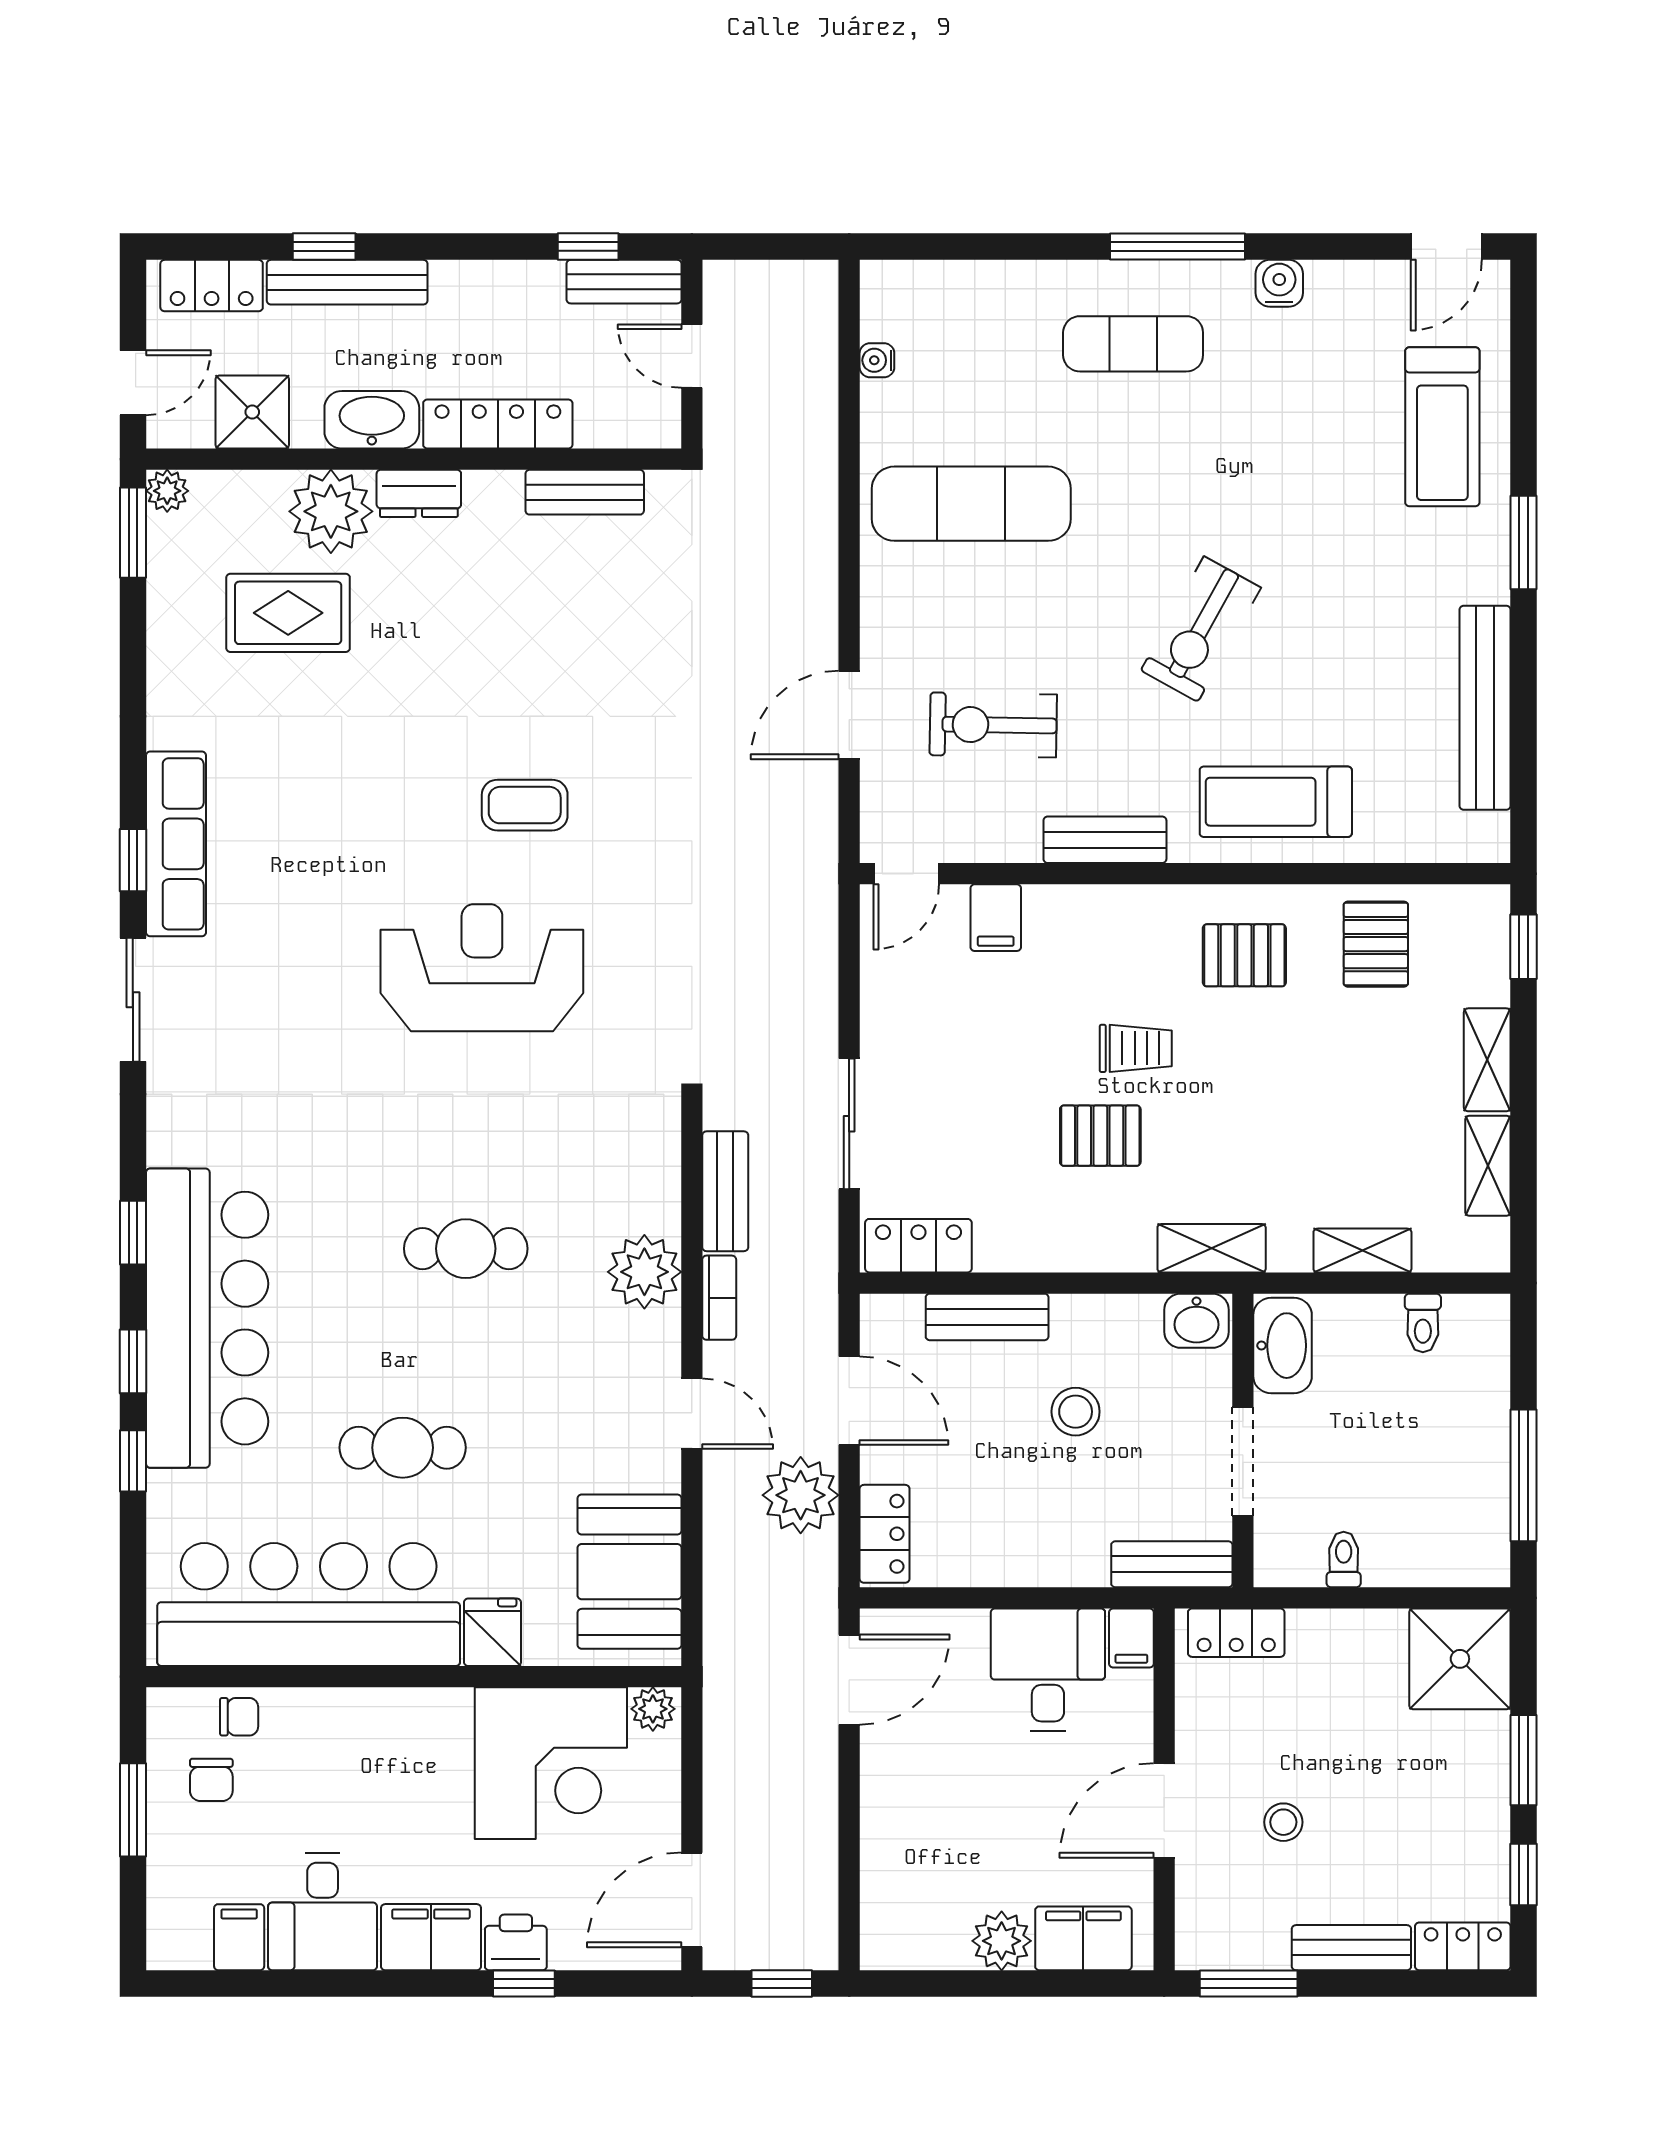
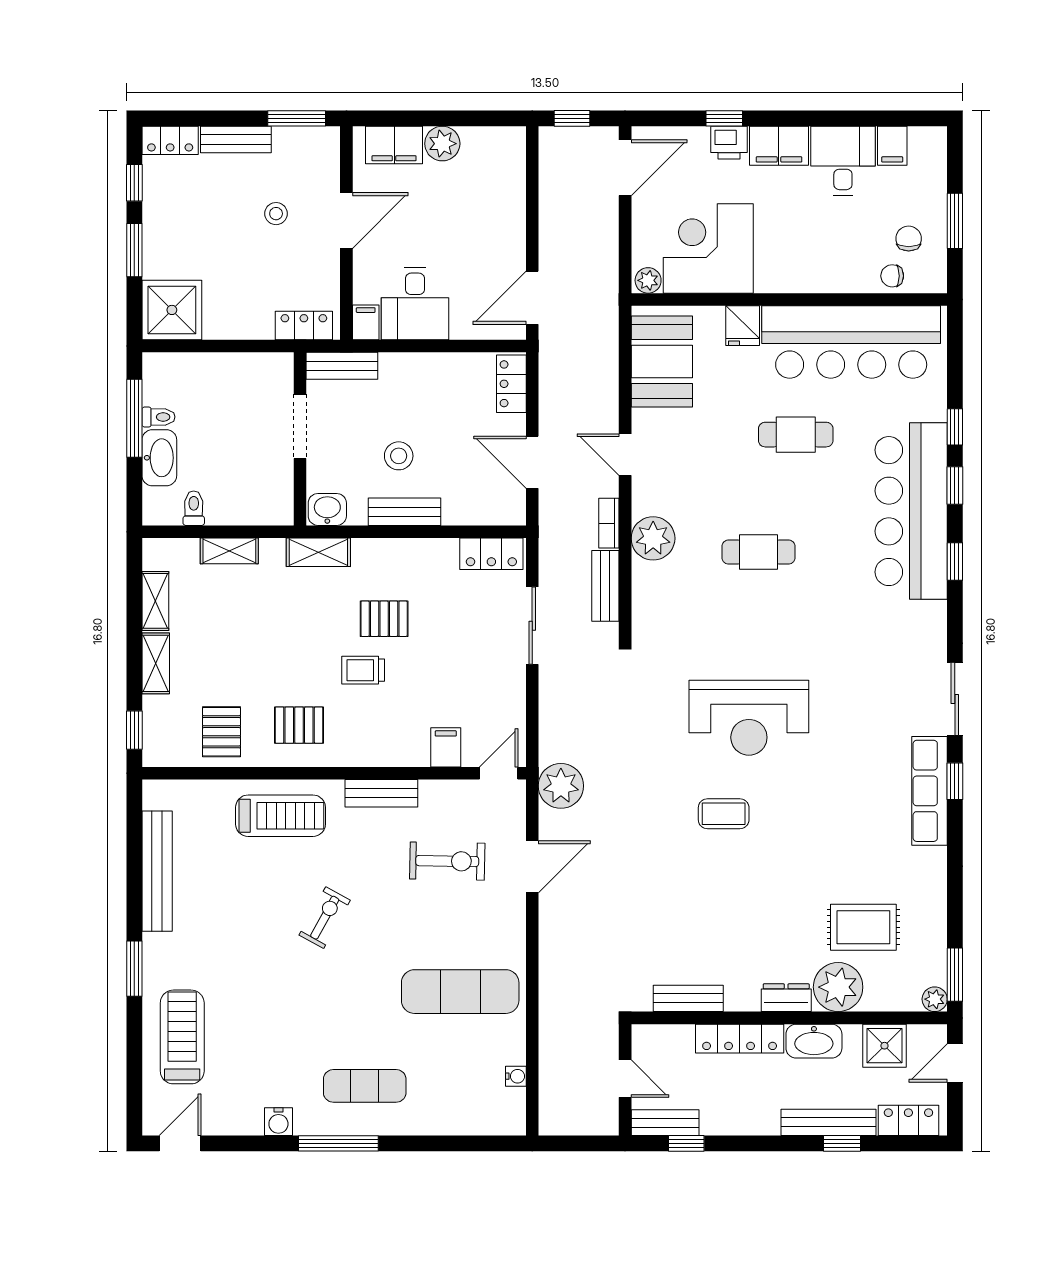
exercise bike: (1201, 629) -> (325, 918), width x0.73, depth x0.72
bench: (987, 1317) -> (405, 512), moved
washbasin: (1283, 1346) -> (159, 458), moved, turned 180
plant: (801, 1495) -> (561, 786), moved
toilet: (1344, 1560) -> (158, 417), moved, turned -90

